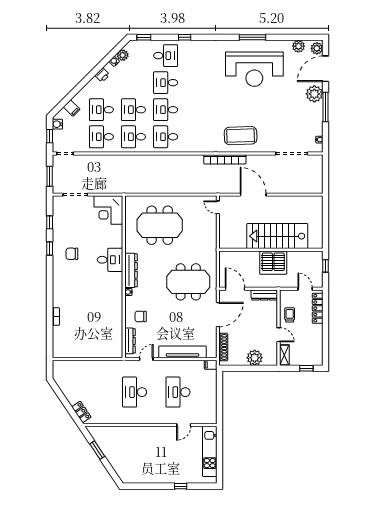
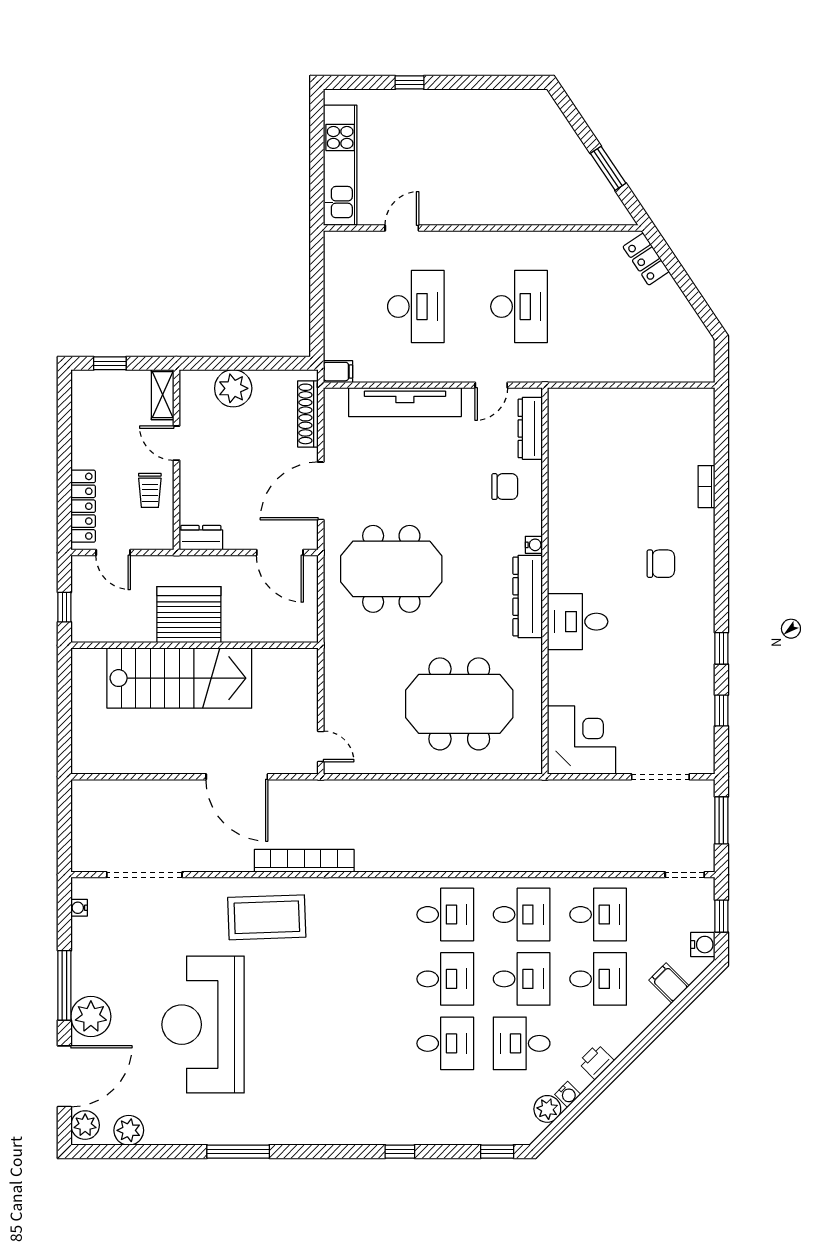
desk: (166, 56) -> (522, 1043), moved
reception desk: (254, 69) -> (203, 1025), moved, turned -90
chair: (72, 254) -> (661, 564), moved
dresser: (264, 295) -> (201, 538), width x0.70

